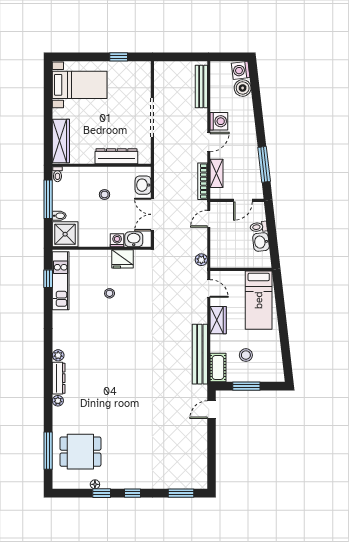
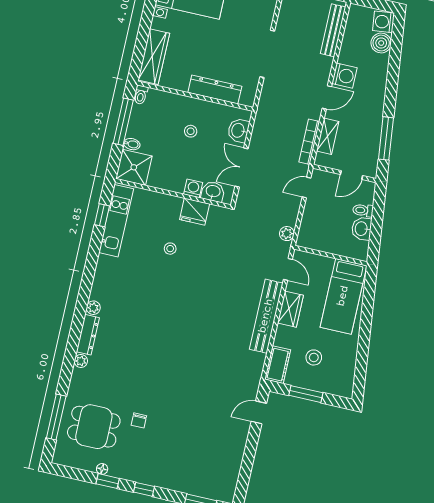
bench: (200, 354) -> (266, 316), moved
chair: (116, 438) -> (139, 420), added

